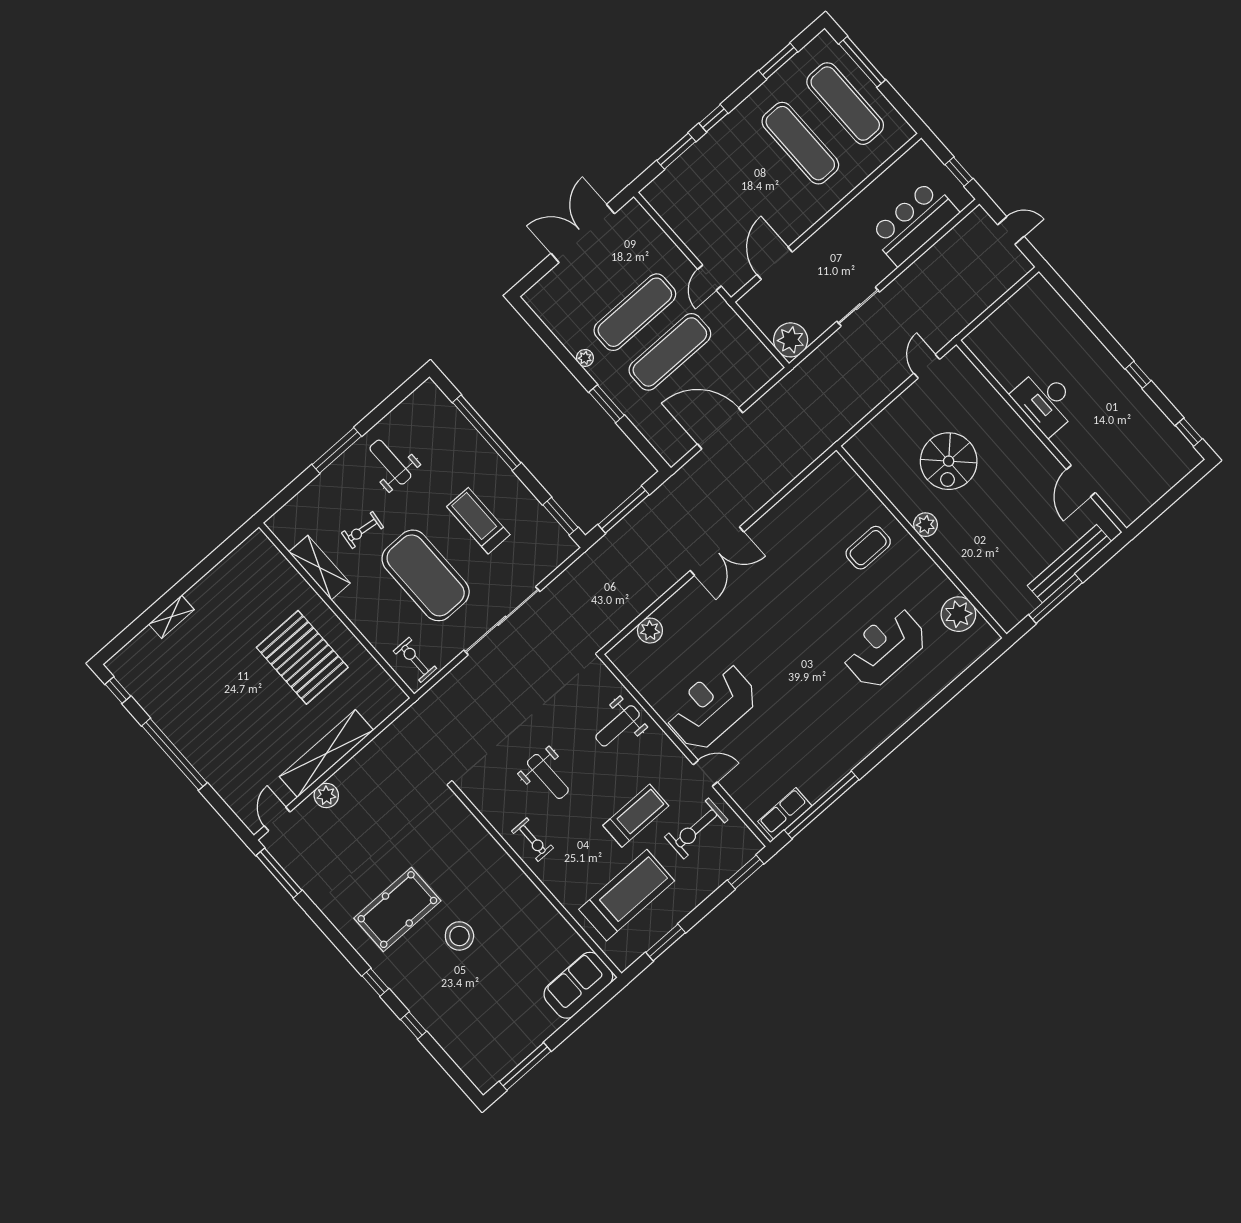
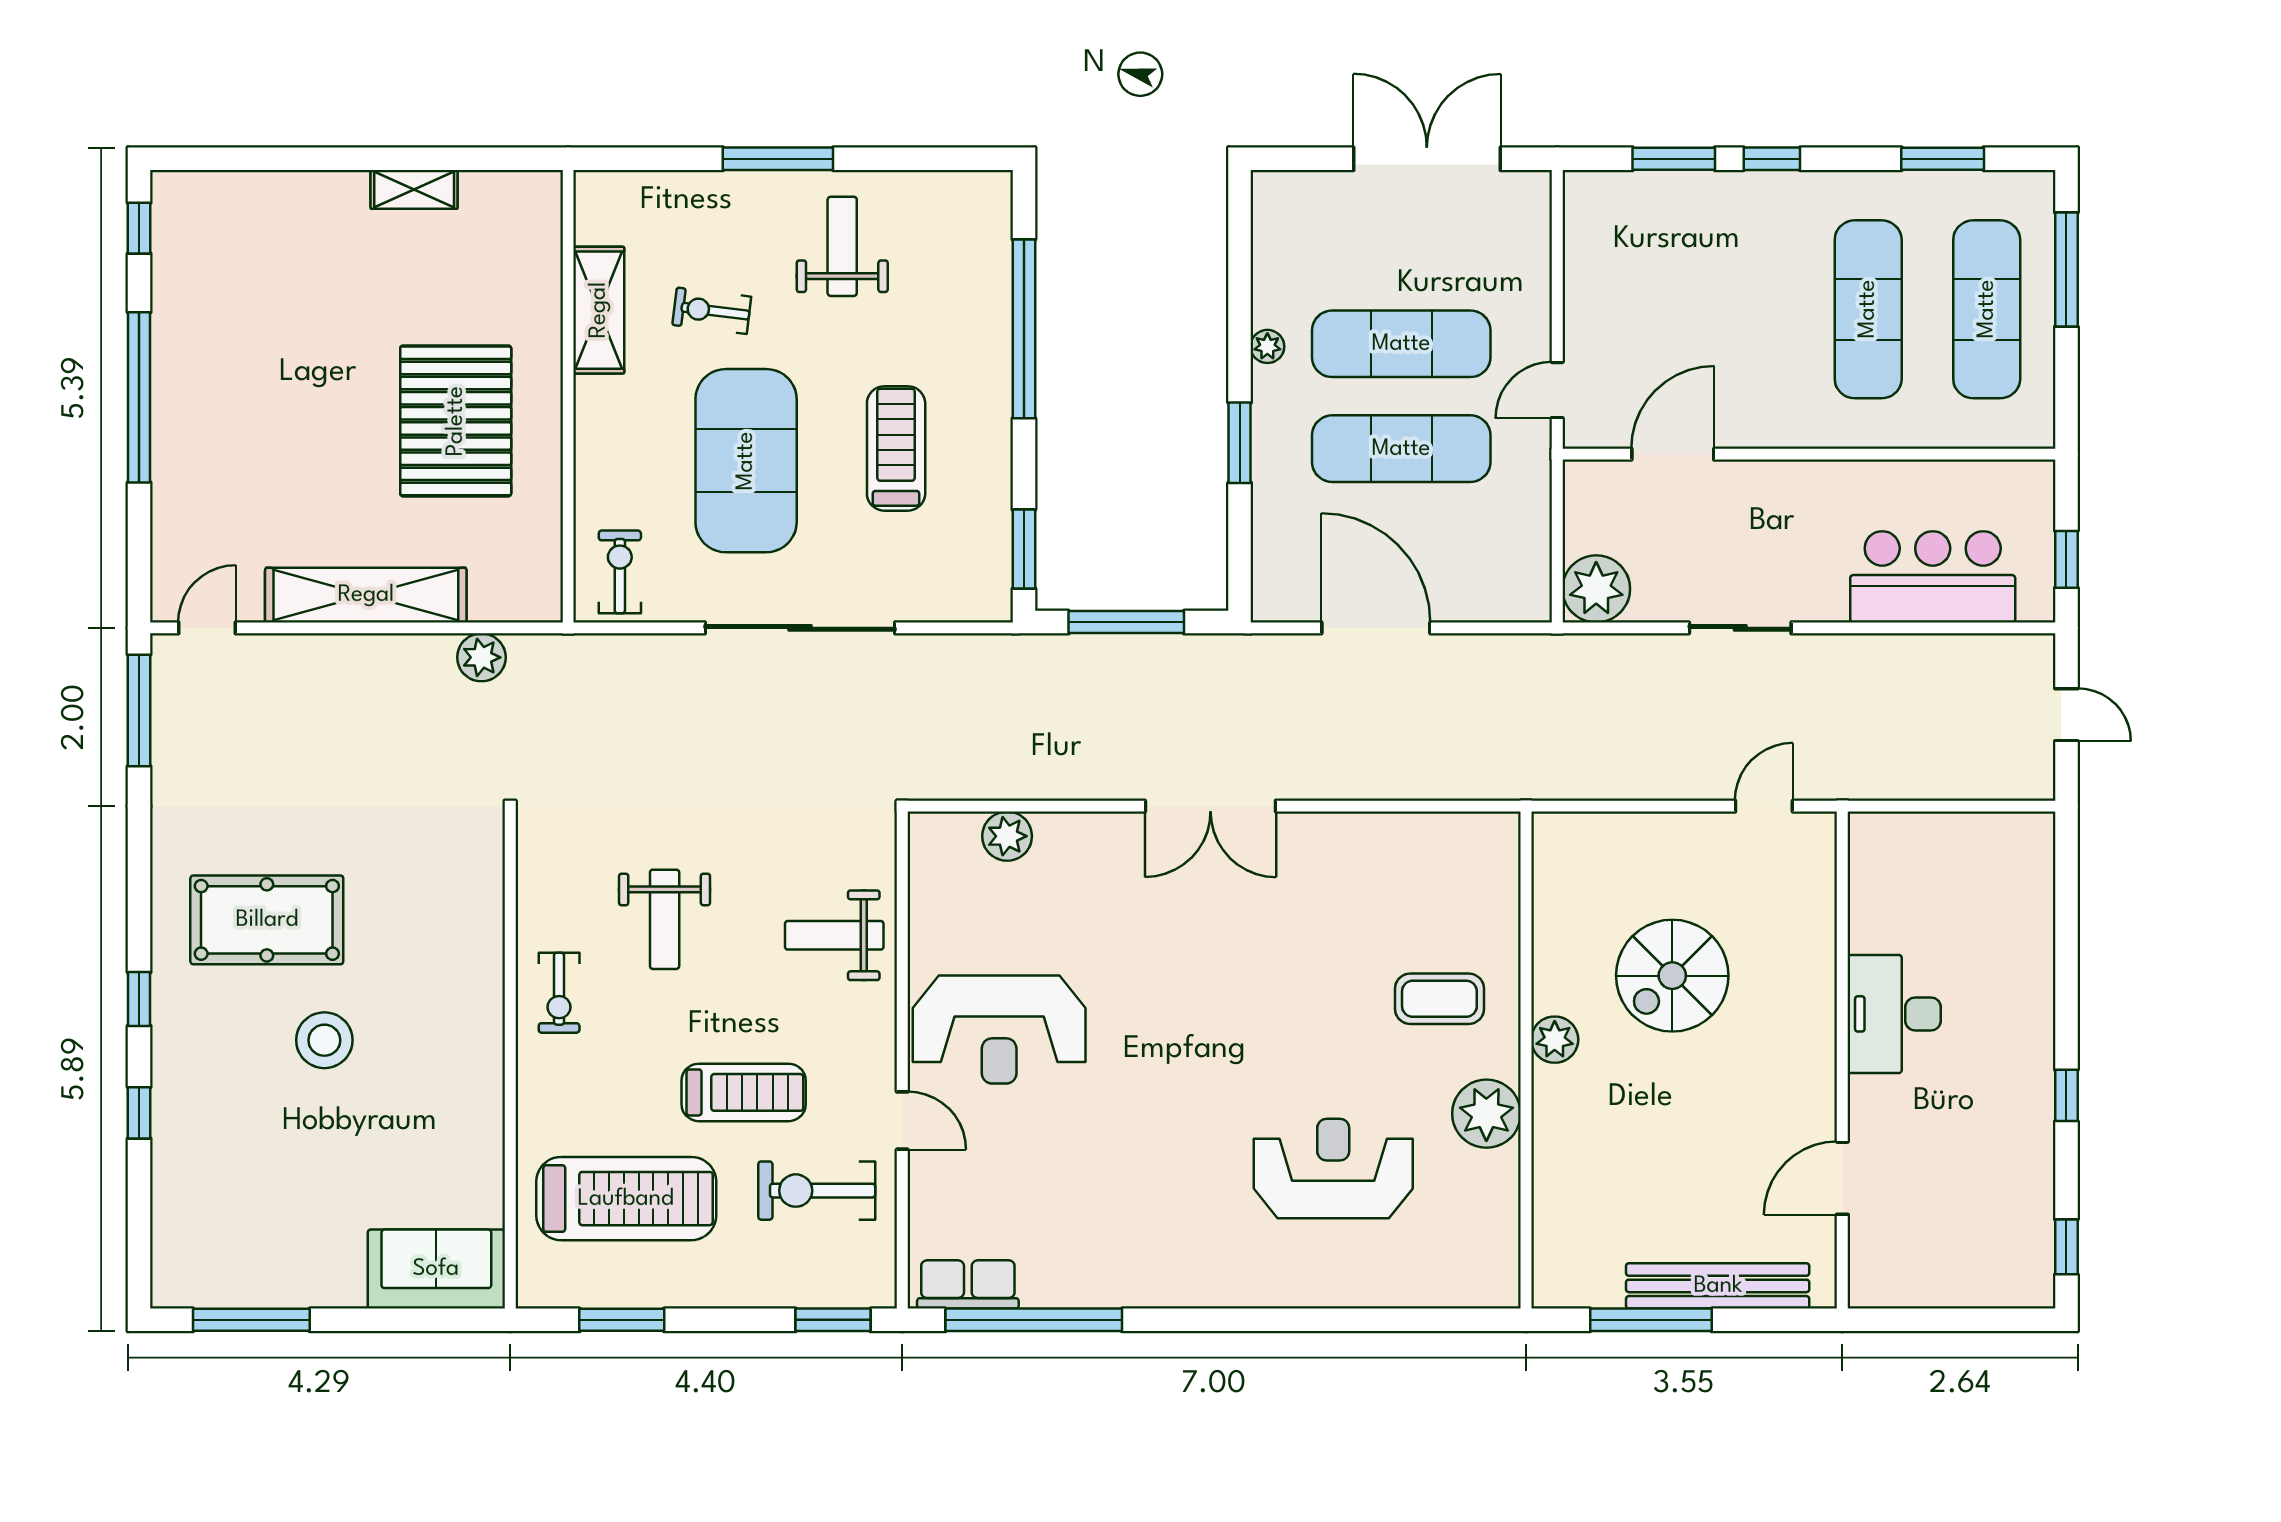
plant: (958, 614) -> (1486, 1114), moved
shelving: (171, 617) -> (414, 189), moved
reception desk: (712, 706) -> (999, 1030), turned 180
plant: (326, 795) -> (481, 657), moved

